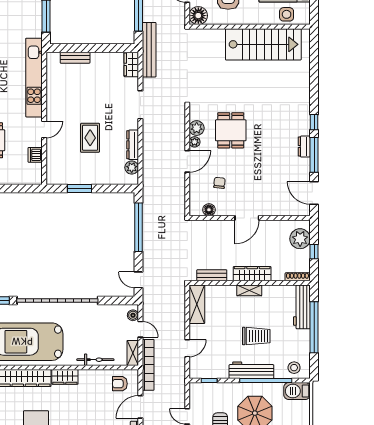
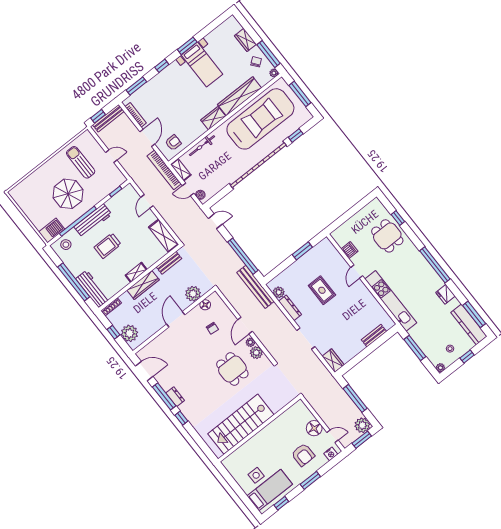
wall: (250, 27) -> (259, 429), moved
stairs: (263, 44) -> (241, 424), moved
bench: (149, 50) -> (256, 287), moved
plant: (212, 229) -> (193, 294), added

